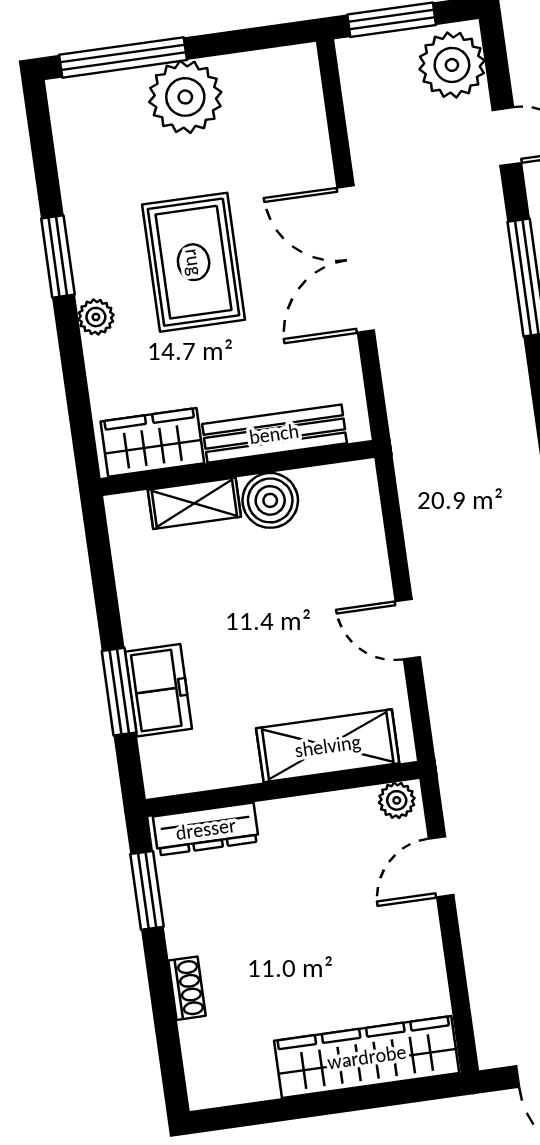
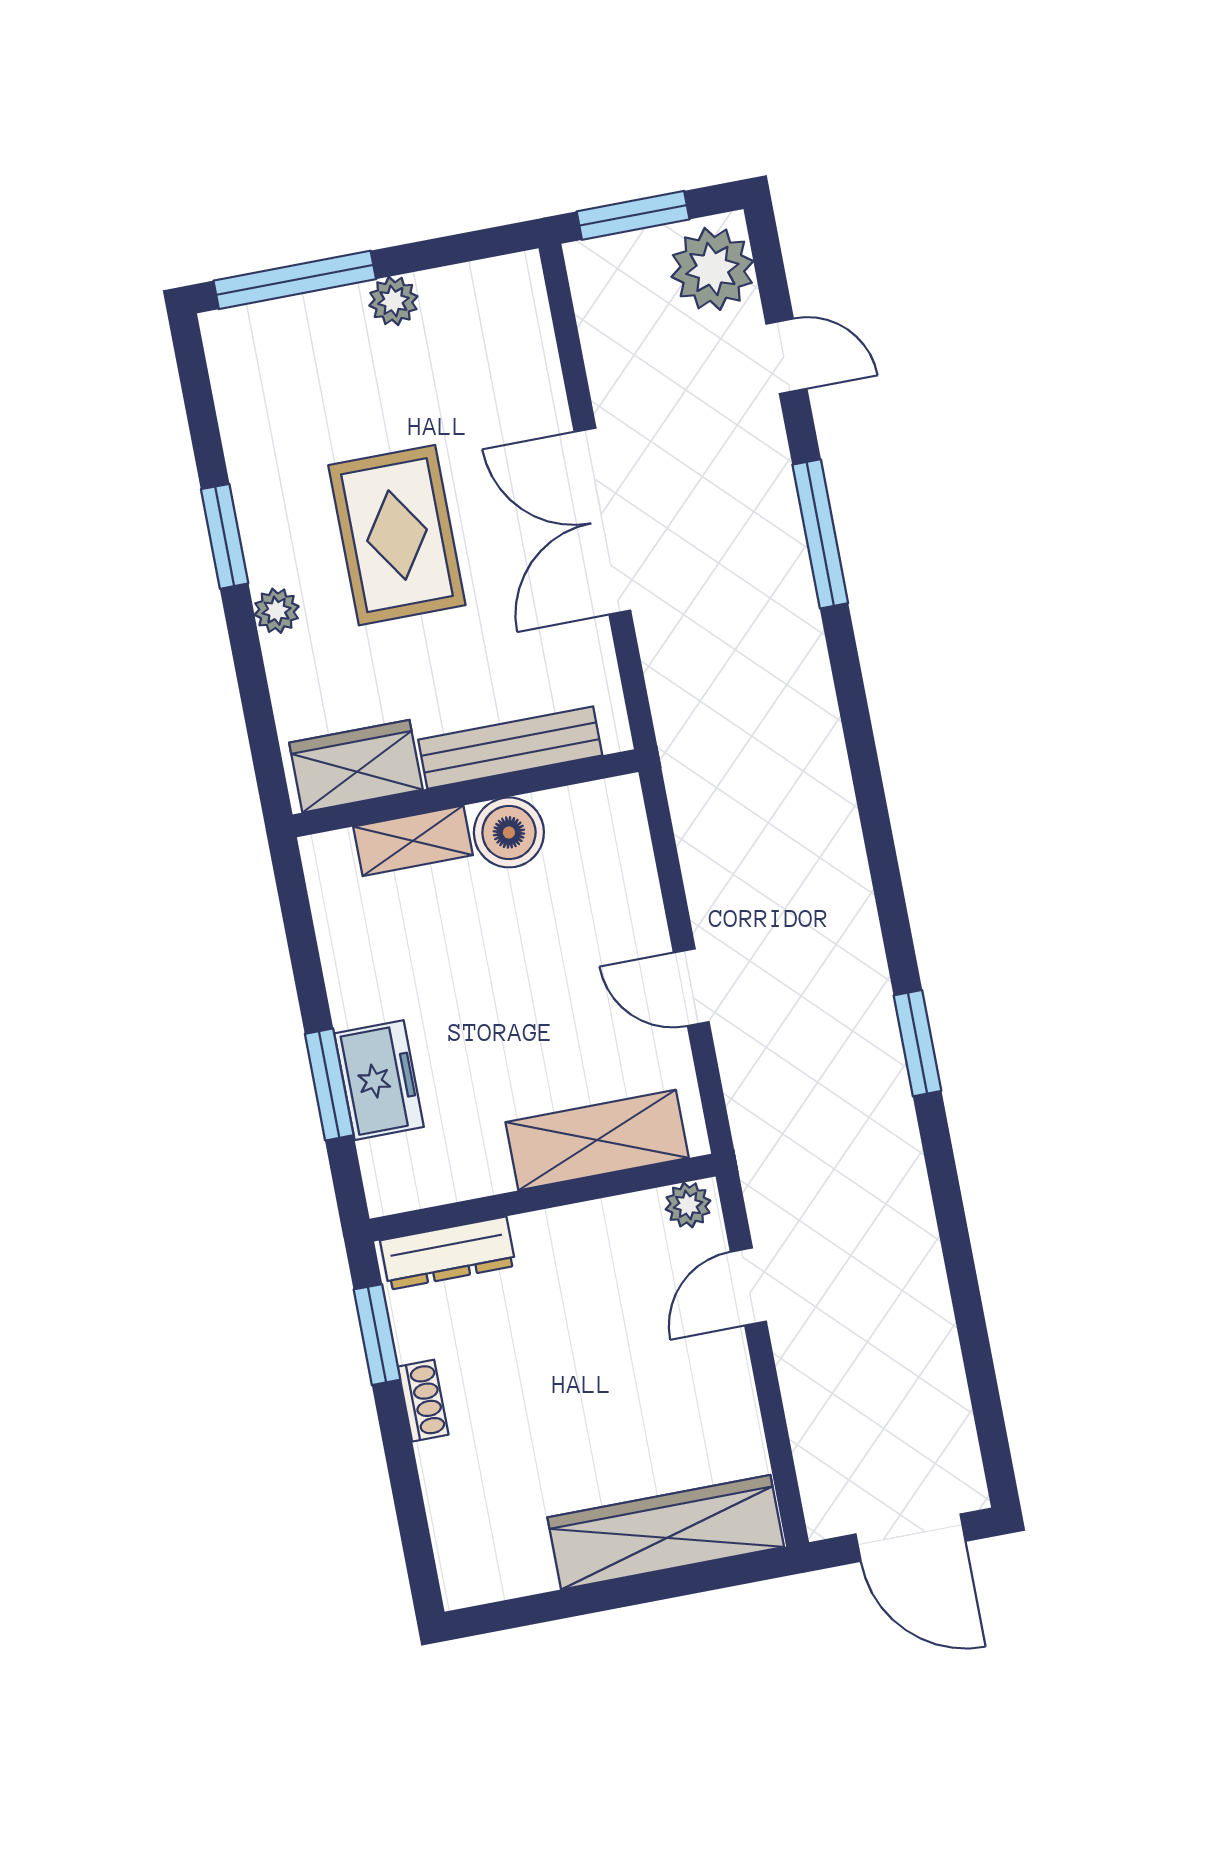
plant: (185, 97) -> (393, 301), width x0.53, depth x0.53
shoe rack: (187, 988) -> (423, 1401), moved

